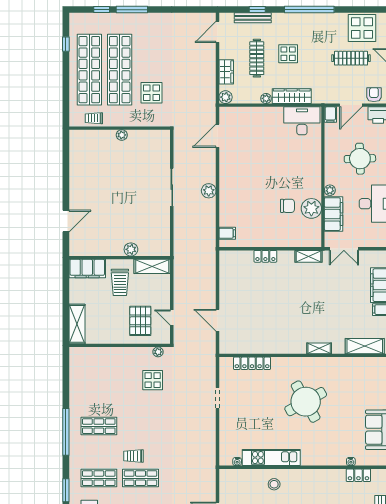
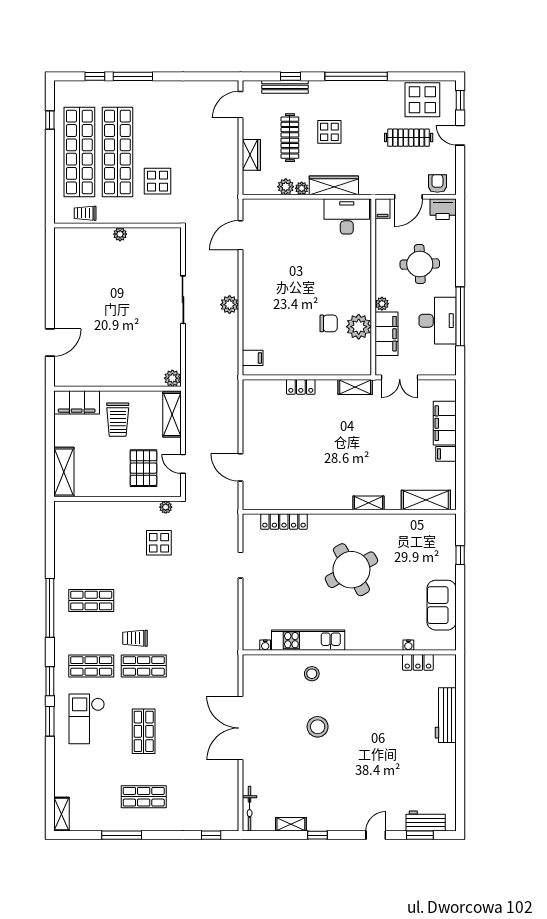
plant: (226, 97) -> (286, 187), moved
plant: (131, 249) -> (172, 378), moved
shelving: (152, 266) -> (172, 414), moved, turned 90

